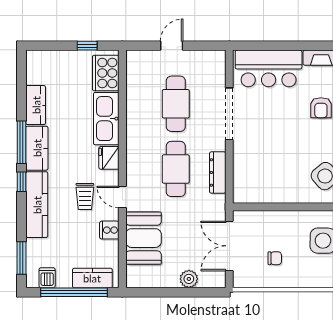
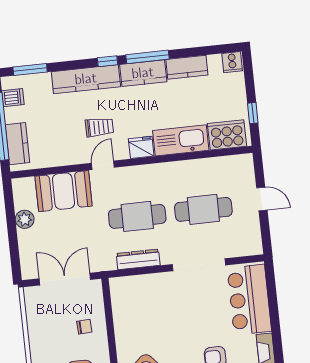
trolley: (85, 196) -> (99, 127), turned 180
cooker: (109, 230) -> (232, 62), moved, turned 180
chair: (275, 258) -> (84, 327), moved, turned -93
plant: (189, 279) -> (25, 219), moved

